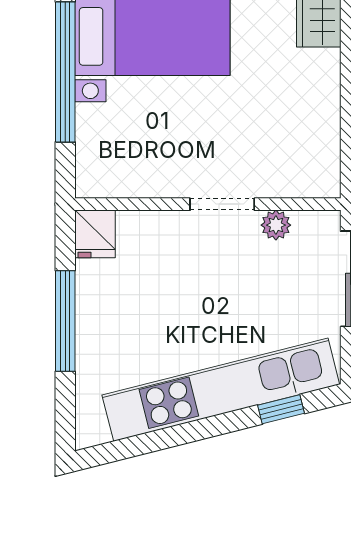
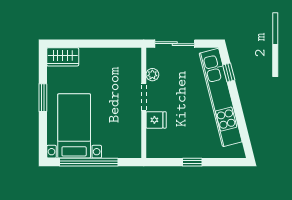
fridge: (95, 234) -> (156, 120), moved
window: (65, 321) -> (192, 162), width x0.46

